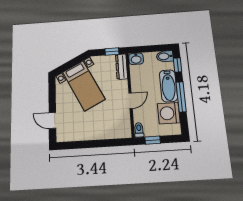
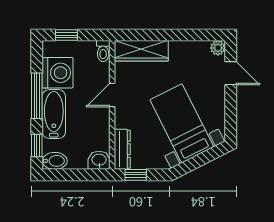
wardrobe: (113, 132) -> (141, 51), added
plant: (61, 137) -> (218, 48), added
window: (153, 140) -> (66, 35), moved

